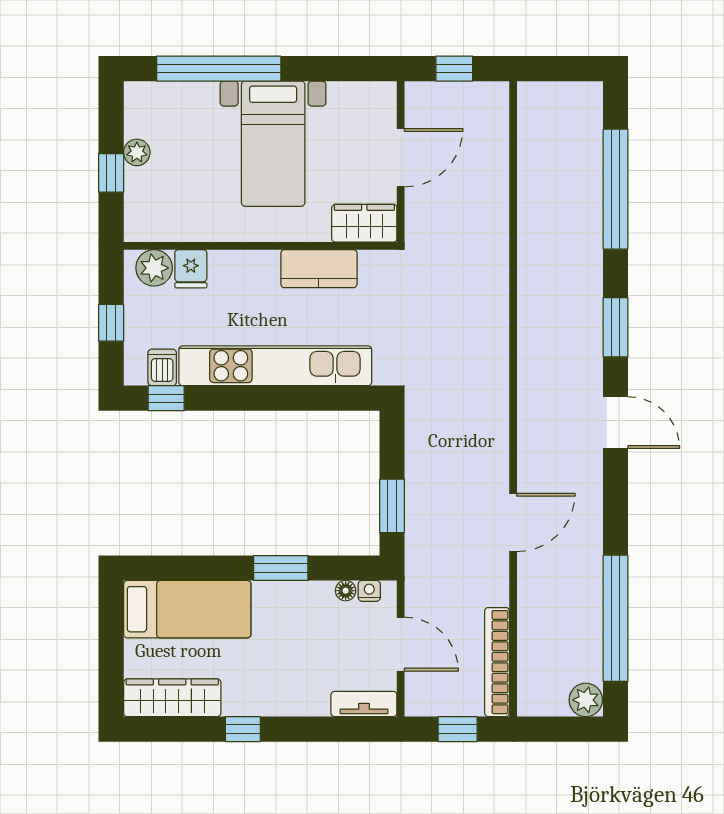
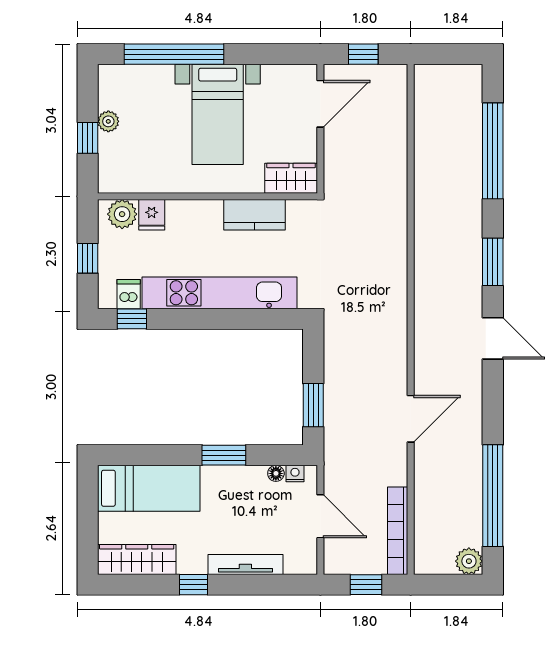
door: (401, 158) -> (320, 104), moved
tv unit: (364, 704) -> (245, 564), moved, width x1.41

